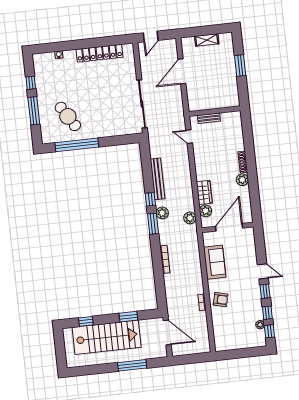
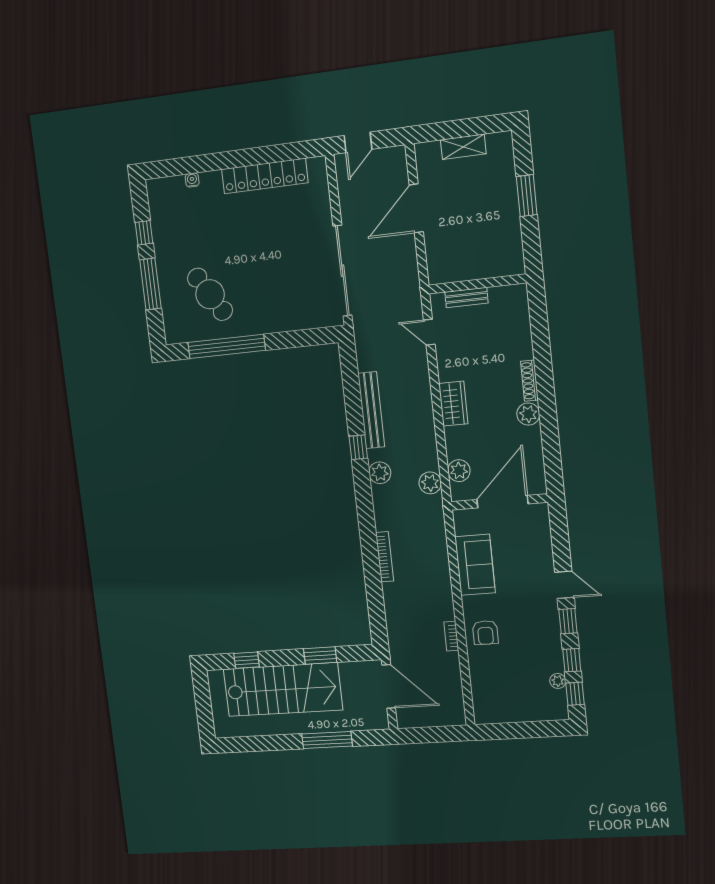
wardrobe: (204, 192) -> (453, 404), moved
window: (153, 224) -> (363, 492), removed
armchair: (221, 300) -> (485, 633), turned 76

